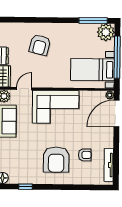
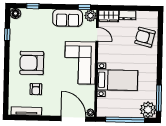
armchair: (40, 45) -> (145, 37), moved
bed with nightstands: (92, 70) -> (117, 80), moved, turned 90

